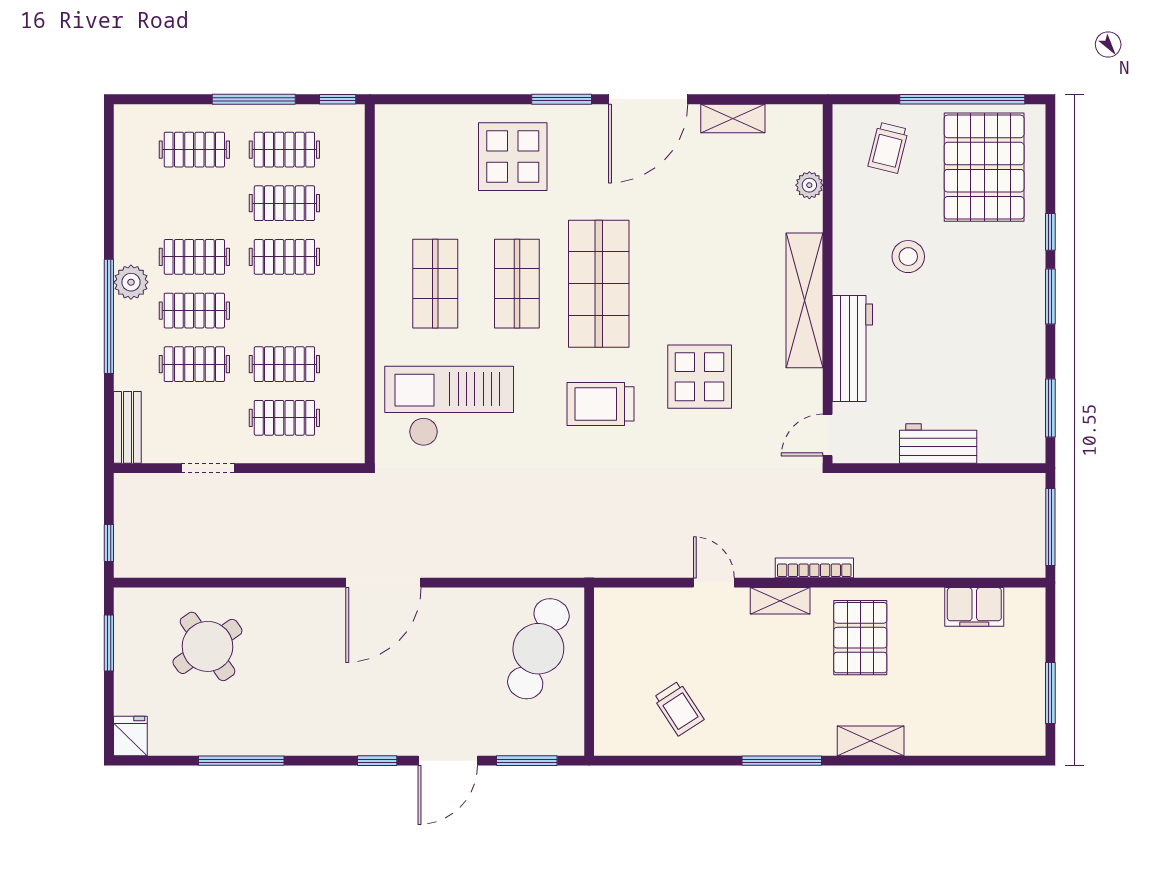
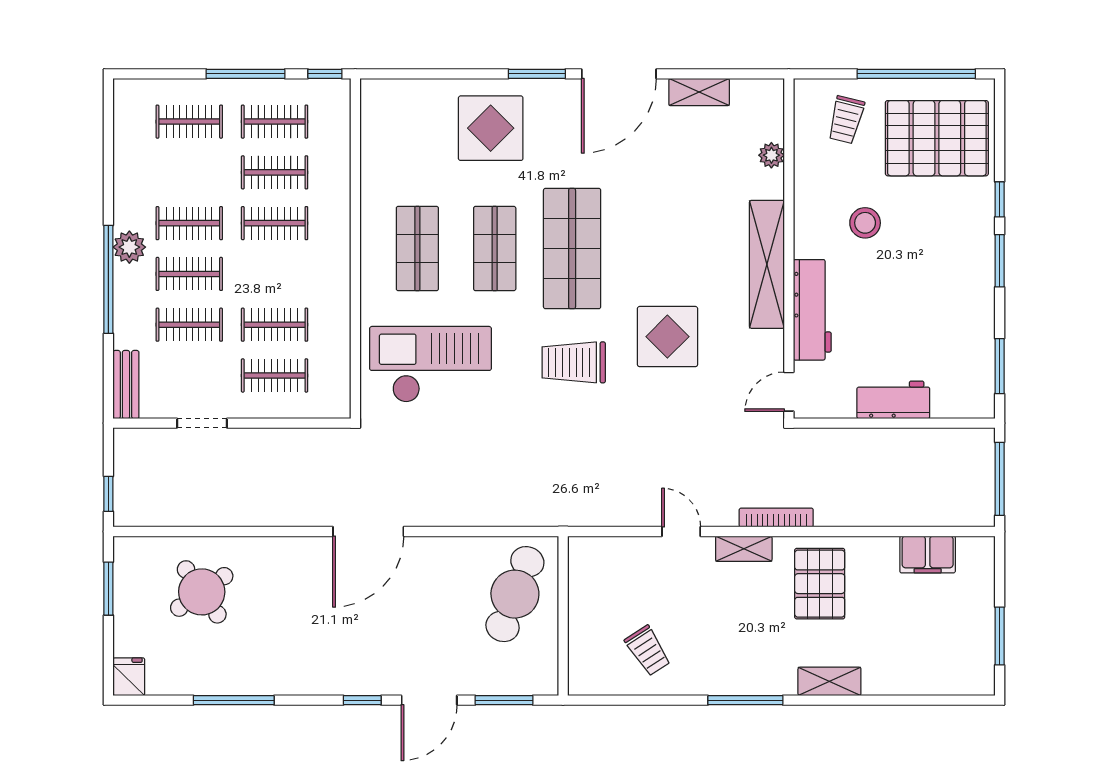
pallet: (984, 167) -> (937, 138), turned 90

